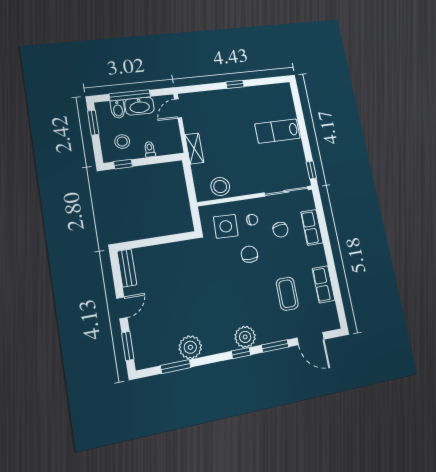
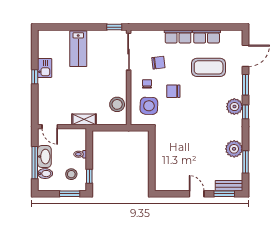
kitchen sink: (247, 95) -> (45, 68), added
window: (93, 123) -> (70, 194), moved
row of seats: (312, 227) -> (178, 37), moved
bench: (127, 268) -> (229, 186), moved
coffee table: (287, 294) -> (209, 67), width x1.36, depth x1.32

